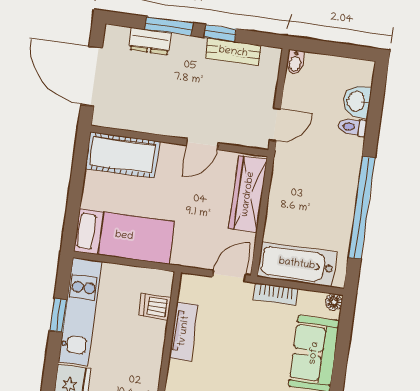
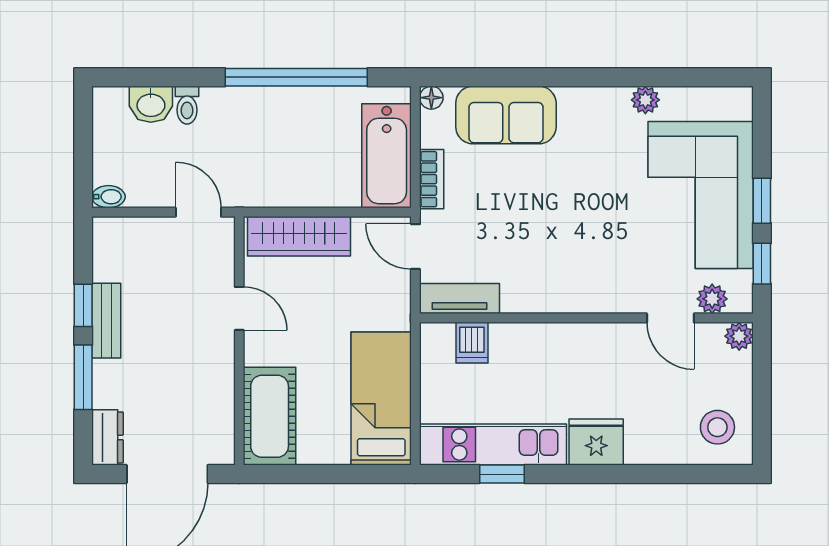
dresser: (150, 41) -> (108, 437), moved
bench: (233, 52) -> (106, 321), moved
tv unit: (184, 331) -> (460, 298), moved

